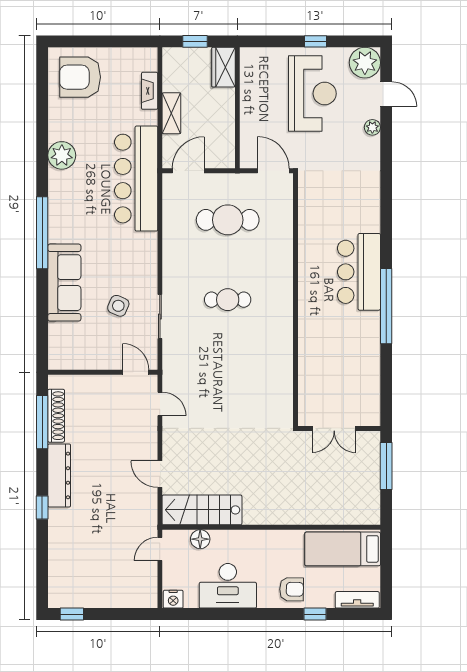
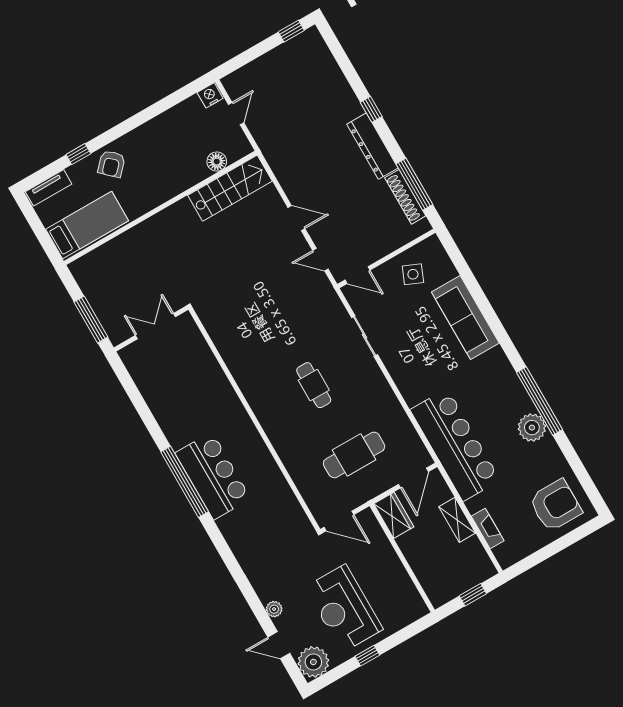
wardrobe: (223, 67) -> (394, 515), moved
window: (42, 233) -> (540, 401), moved
cafe table: (228, 300) -> (314, 385), turned 90
side table: (118, 306) -> (413, 274), moved
window: (386, 306) -> (185, 482), moved
door: (160, 474) -> (296, 218), moved
door: (160, 549) -> (236, 114), moved
desk: (228, 586) -> (169, 135), removed
armchair: (292, 589) -> (111, 164), turned -48

